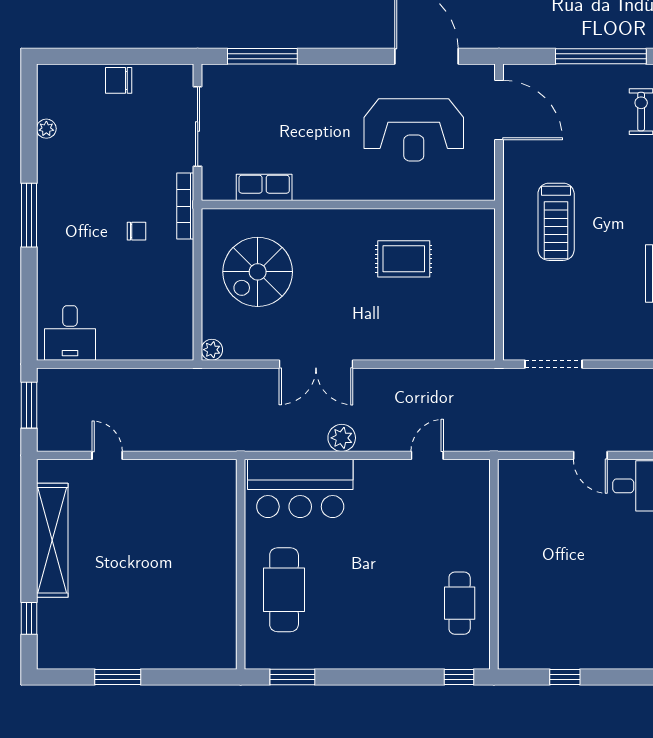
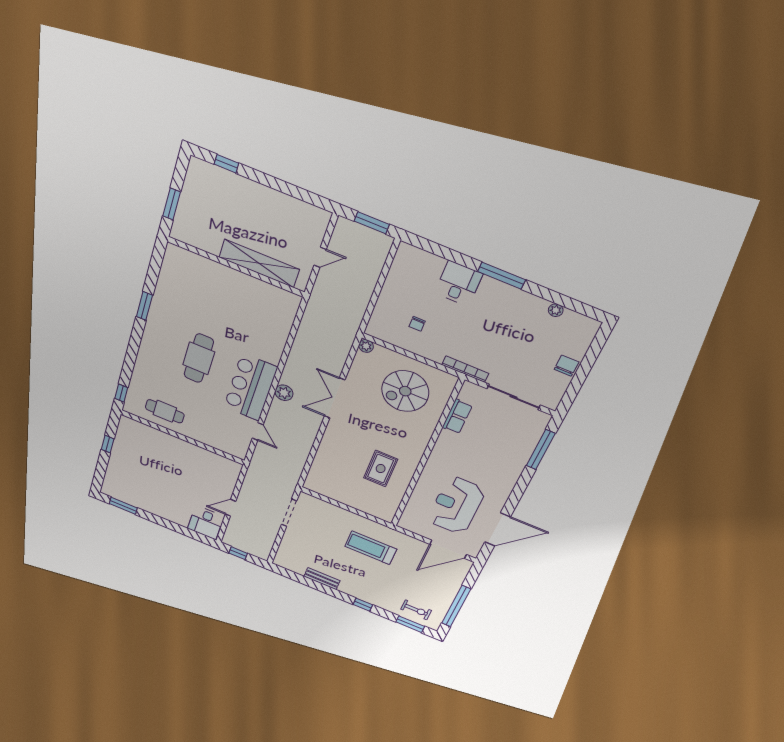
chair: (137, 231) -> (417, 324), moved
spiral stairs: (258, 272) -> (405, 391), turned -90
desk: (70, 333) -> (459, 283), moved, turned 90
bar counter: (300, 488) -> (250, 387), moved
shelving: (52, 540) -> (259, 263), moved
wall: (241, 564) -> (236, 267), moved
cafe table: (284, 590) -> (199, 358), moved, turned 90

